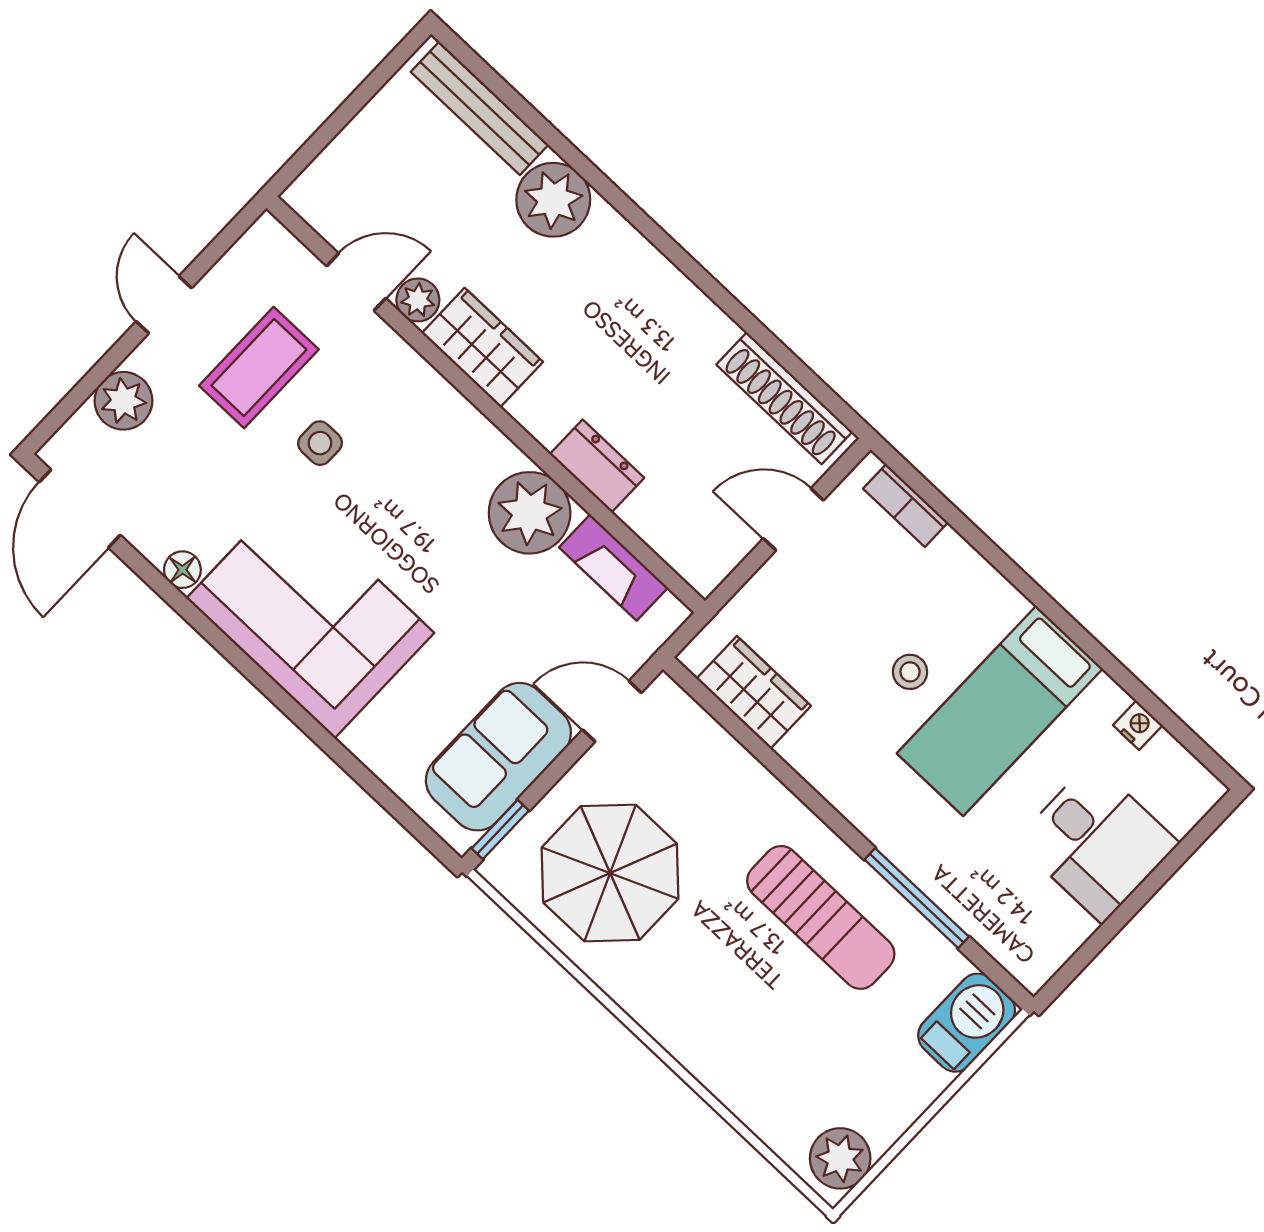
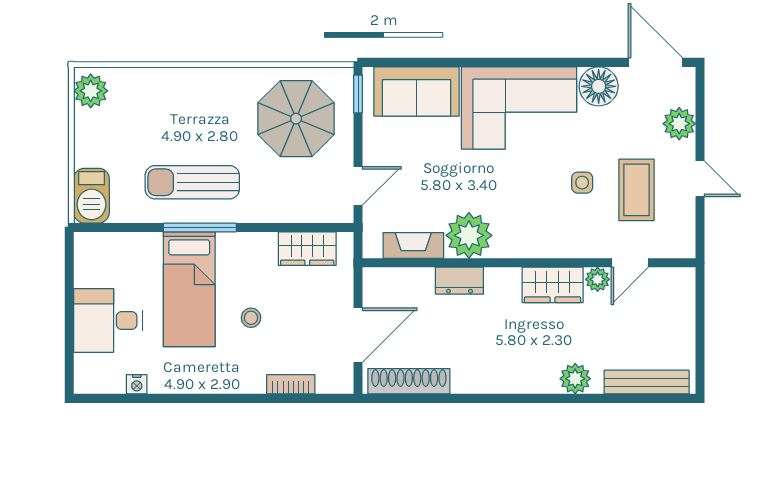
plant: (553, 200) -> (575, 379), width x0.73, depth x0.73
bookcase: (906, 506) -> (291, 384), moved
door: (793, 519) -> (358, 335), width x1.38
floor lamp: (182, 570) -> (599, 86), width x1.89, depth x1.89
bed: (1000, 711) -> (189, 289), moved, turned 180
sofa: (498, 757) -> (416, 91), moved, turned 90
window: (917, 898) -> (200, 227), moved

